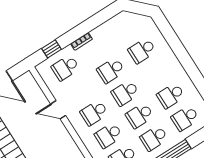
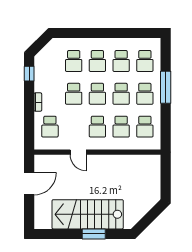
window: (51, 49) -> (29, 74), moved
school desk: (156, 73) -> (97, 61), added
door: (58, 110) -> (78, 152), hinge flipped

